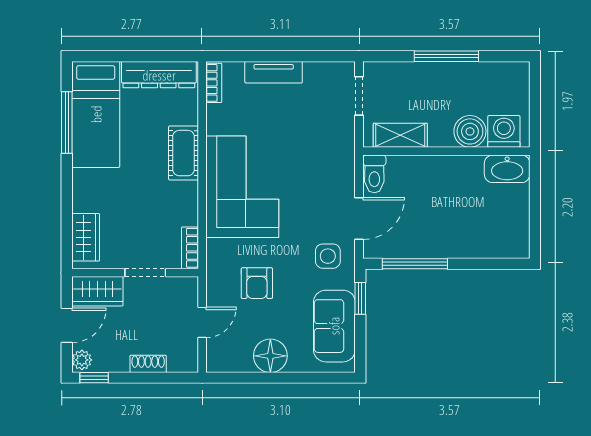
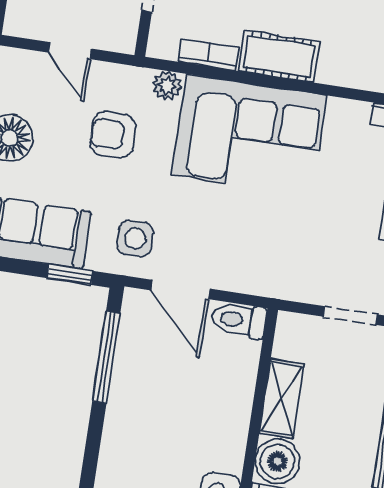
shelving: (400, 135) -> (282, 399), moved
cot: (184, 153) -> (279, 56), moved
bookcase: (190, 248) -> (208, 55), moved
plant: (216, 250) -> (167, 86), added

